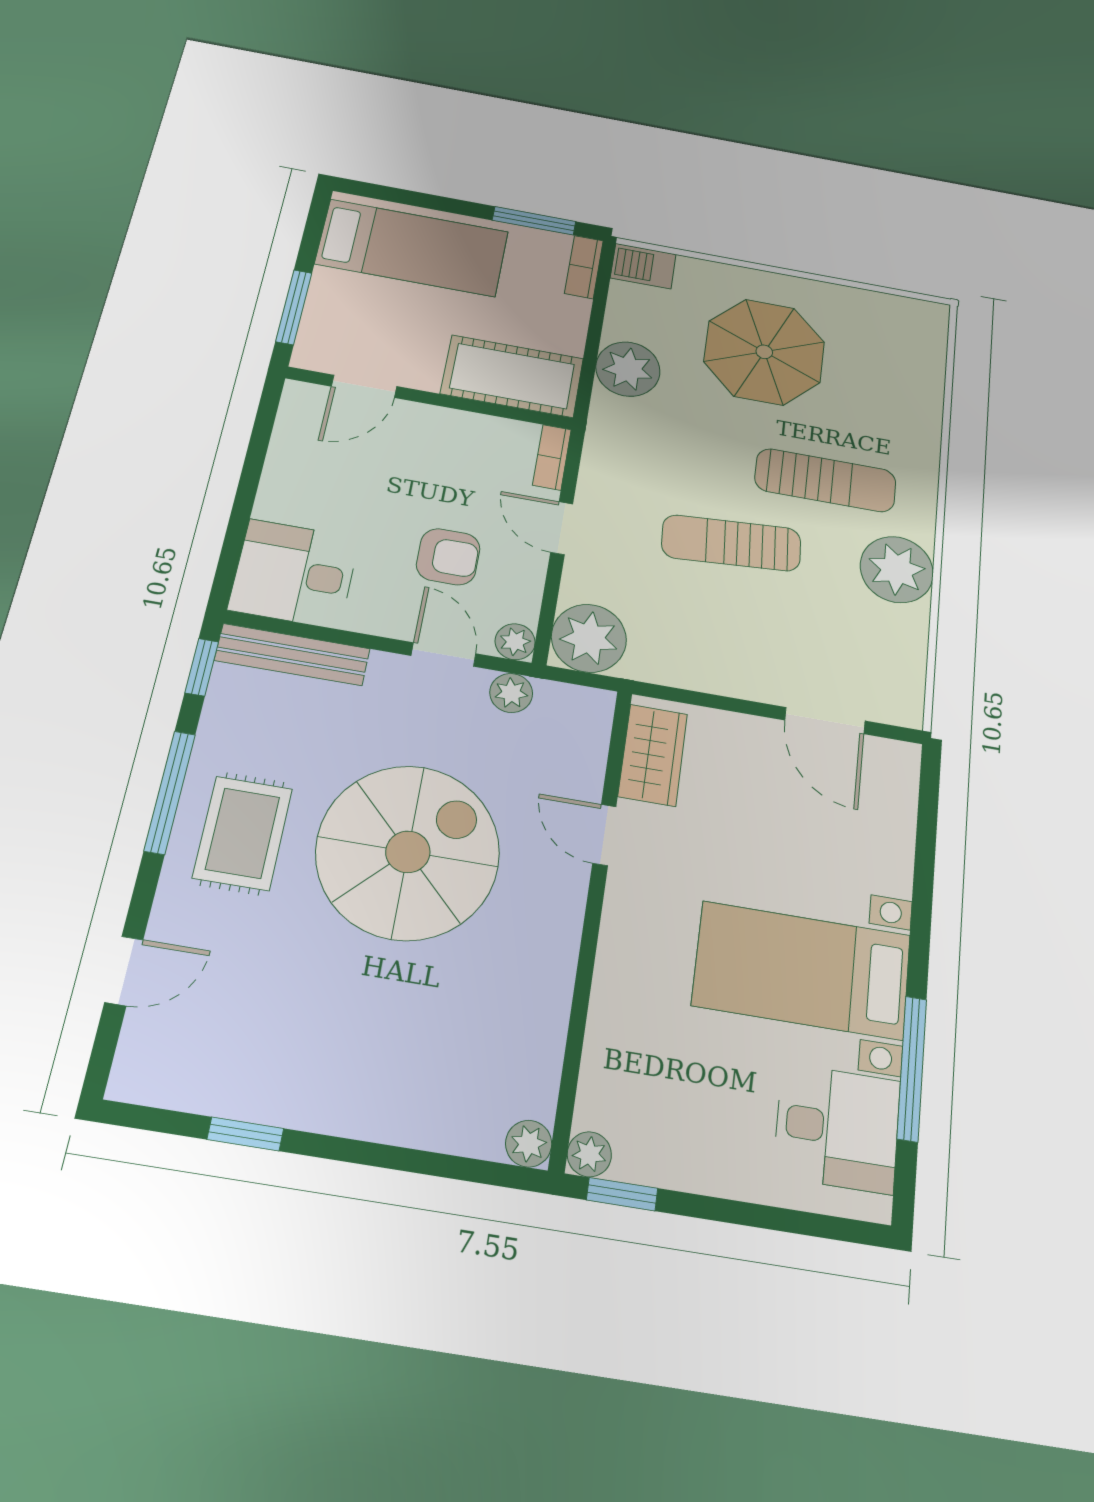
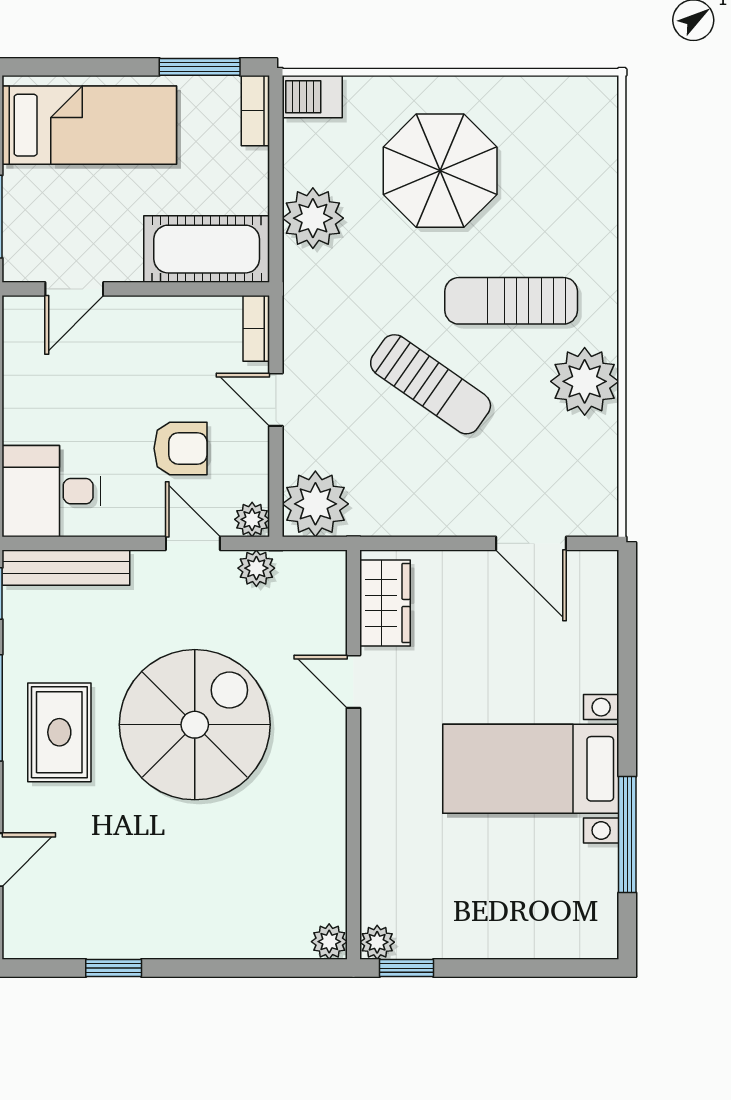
sun lounger: (825, 480) -> (511, 301), turned 180
sun lounger: (731, 543) -> (431, 384), turned -141
desk: (837, 1128) -> (570, 892), removed

